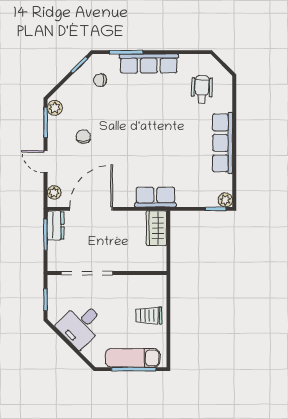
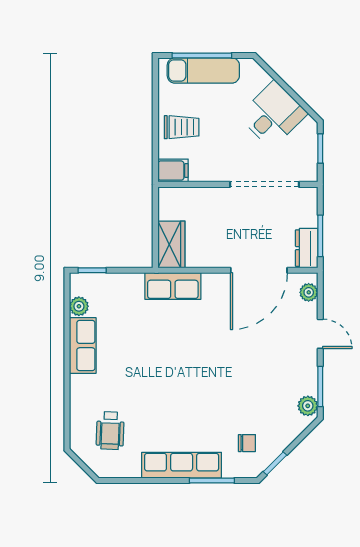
chair: (83, 137) -> (270, 367), removed
row of seats: (223, 143) -> (83, 346), width x0.68
plant: (225, 200) -> (79, 306), moved
filing cabinet: (155, 283) -> (173, 171), added

